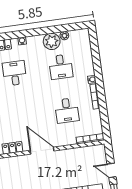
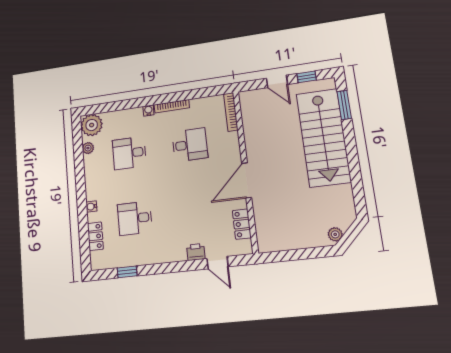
plant: (52, 41) -> (92, 125), moved
desk: (61, 67) -> (129, 153), turned 180
door: (112, 170) -> (277, 81), hinge flipped

